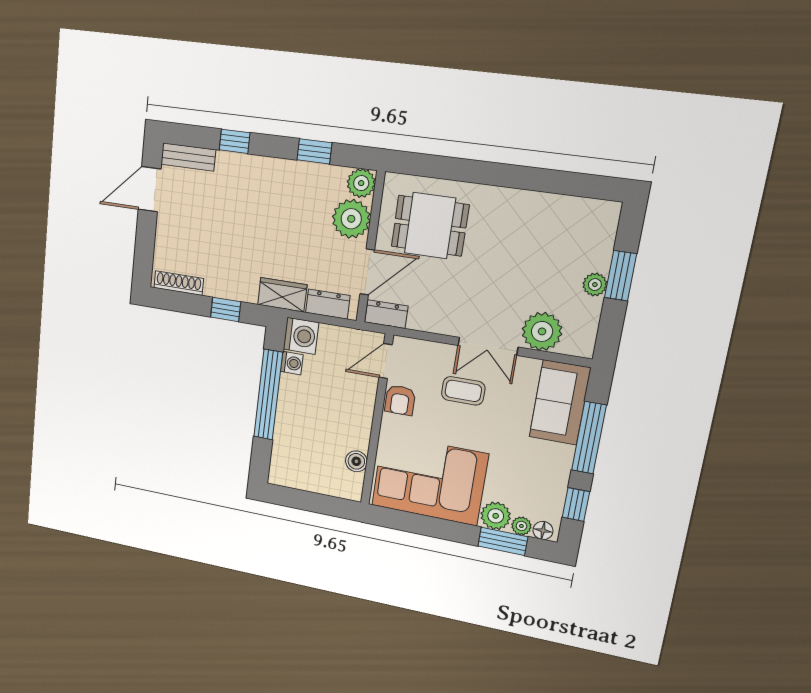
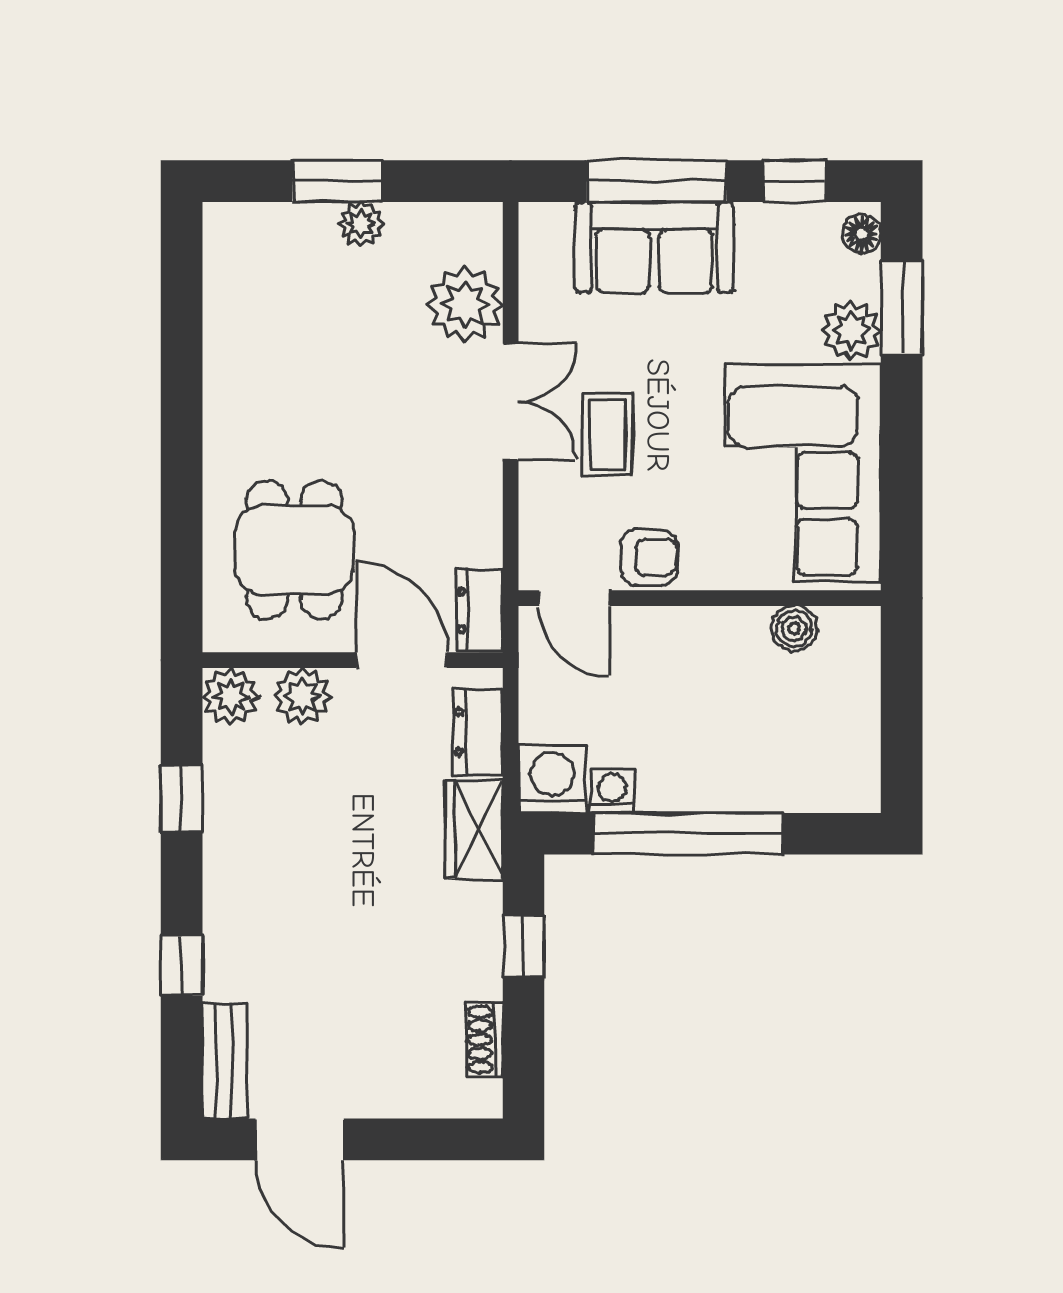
plant: (351, 219) -> (302, 696), width x0.73, depth x0.73
shoe rack: (179, 283) -> (484, 1040), width x0.70
sofa: (560, 402) -> (654, 247), moved
plant: (521, 526) -> (861, 277), removed

